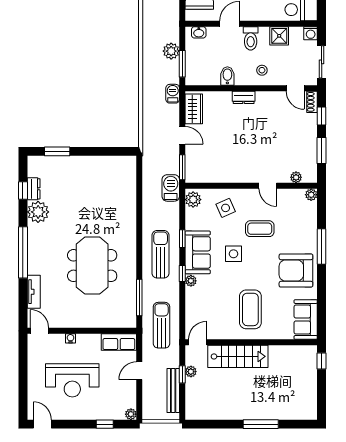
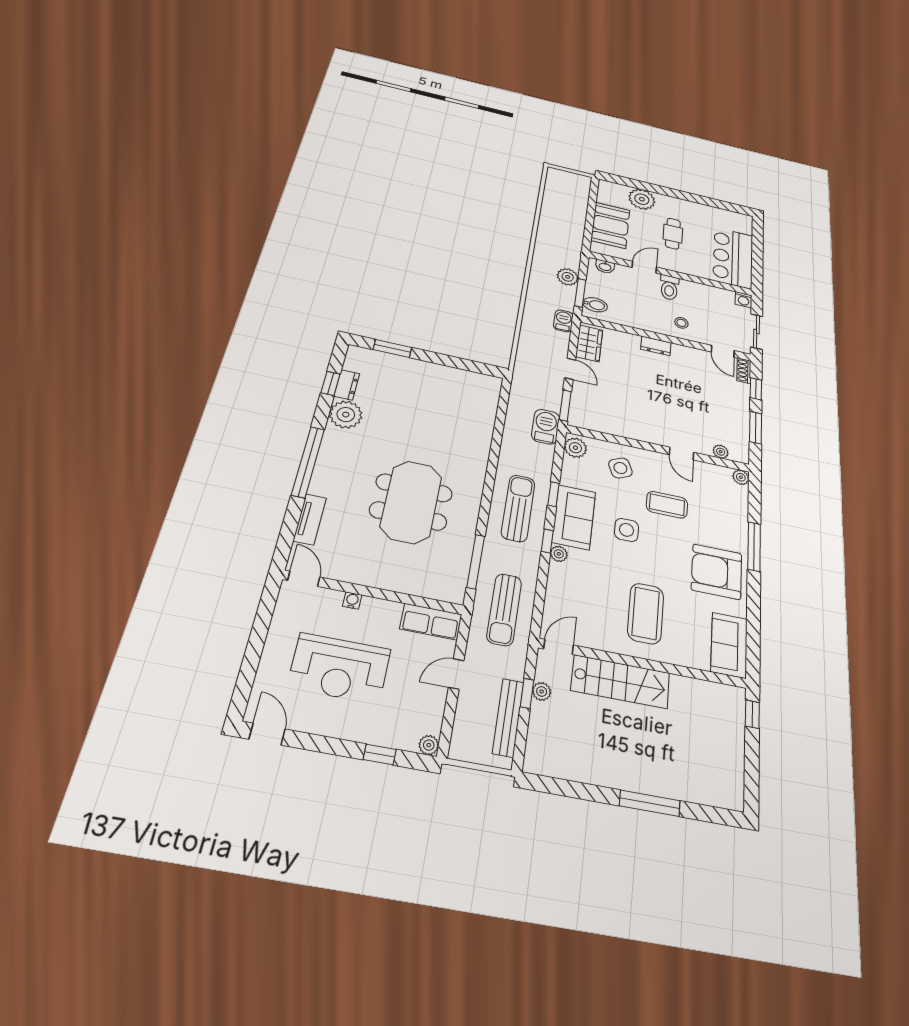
shower: (279, 36) -> (705, 293), removed
bidet: (227, 76) -> (595, 305), moved, turned 90
sun lounger: (162, 325) -> (504, 609), turned 180

